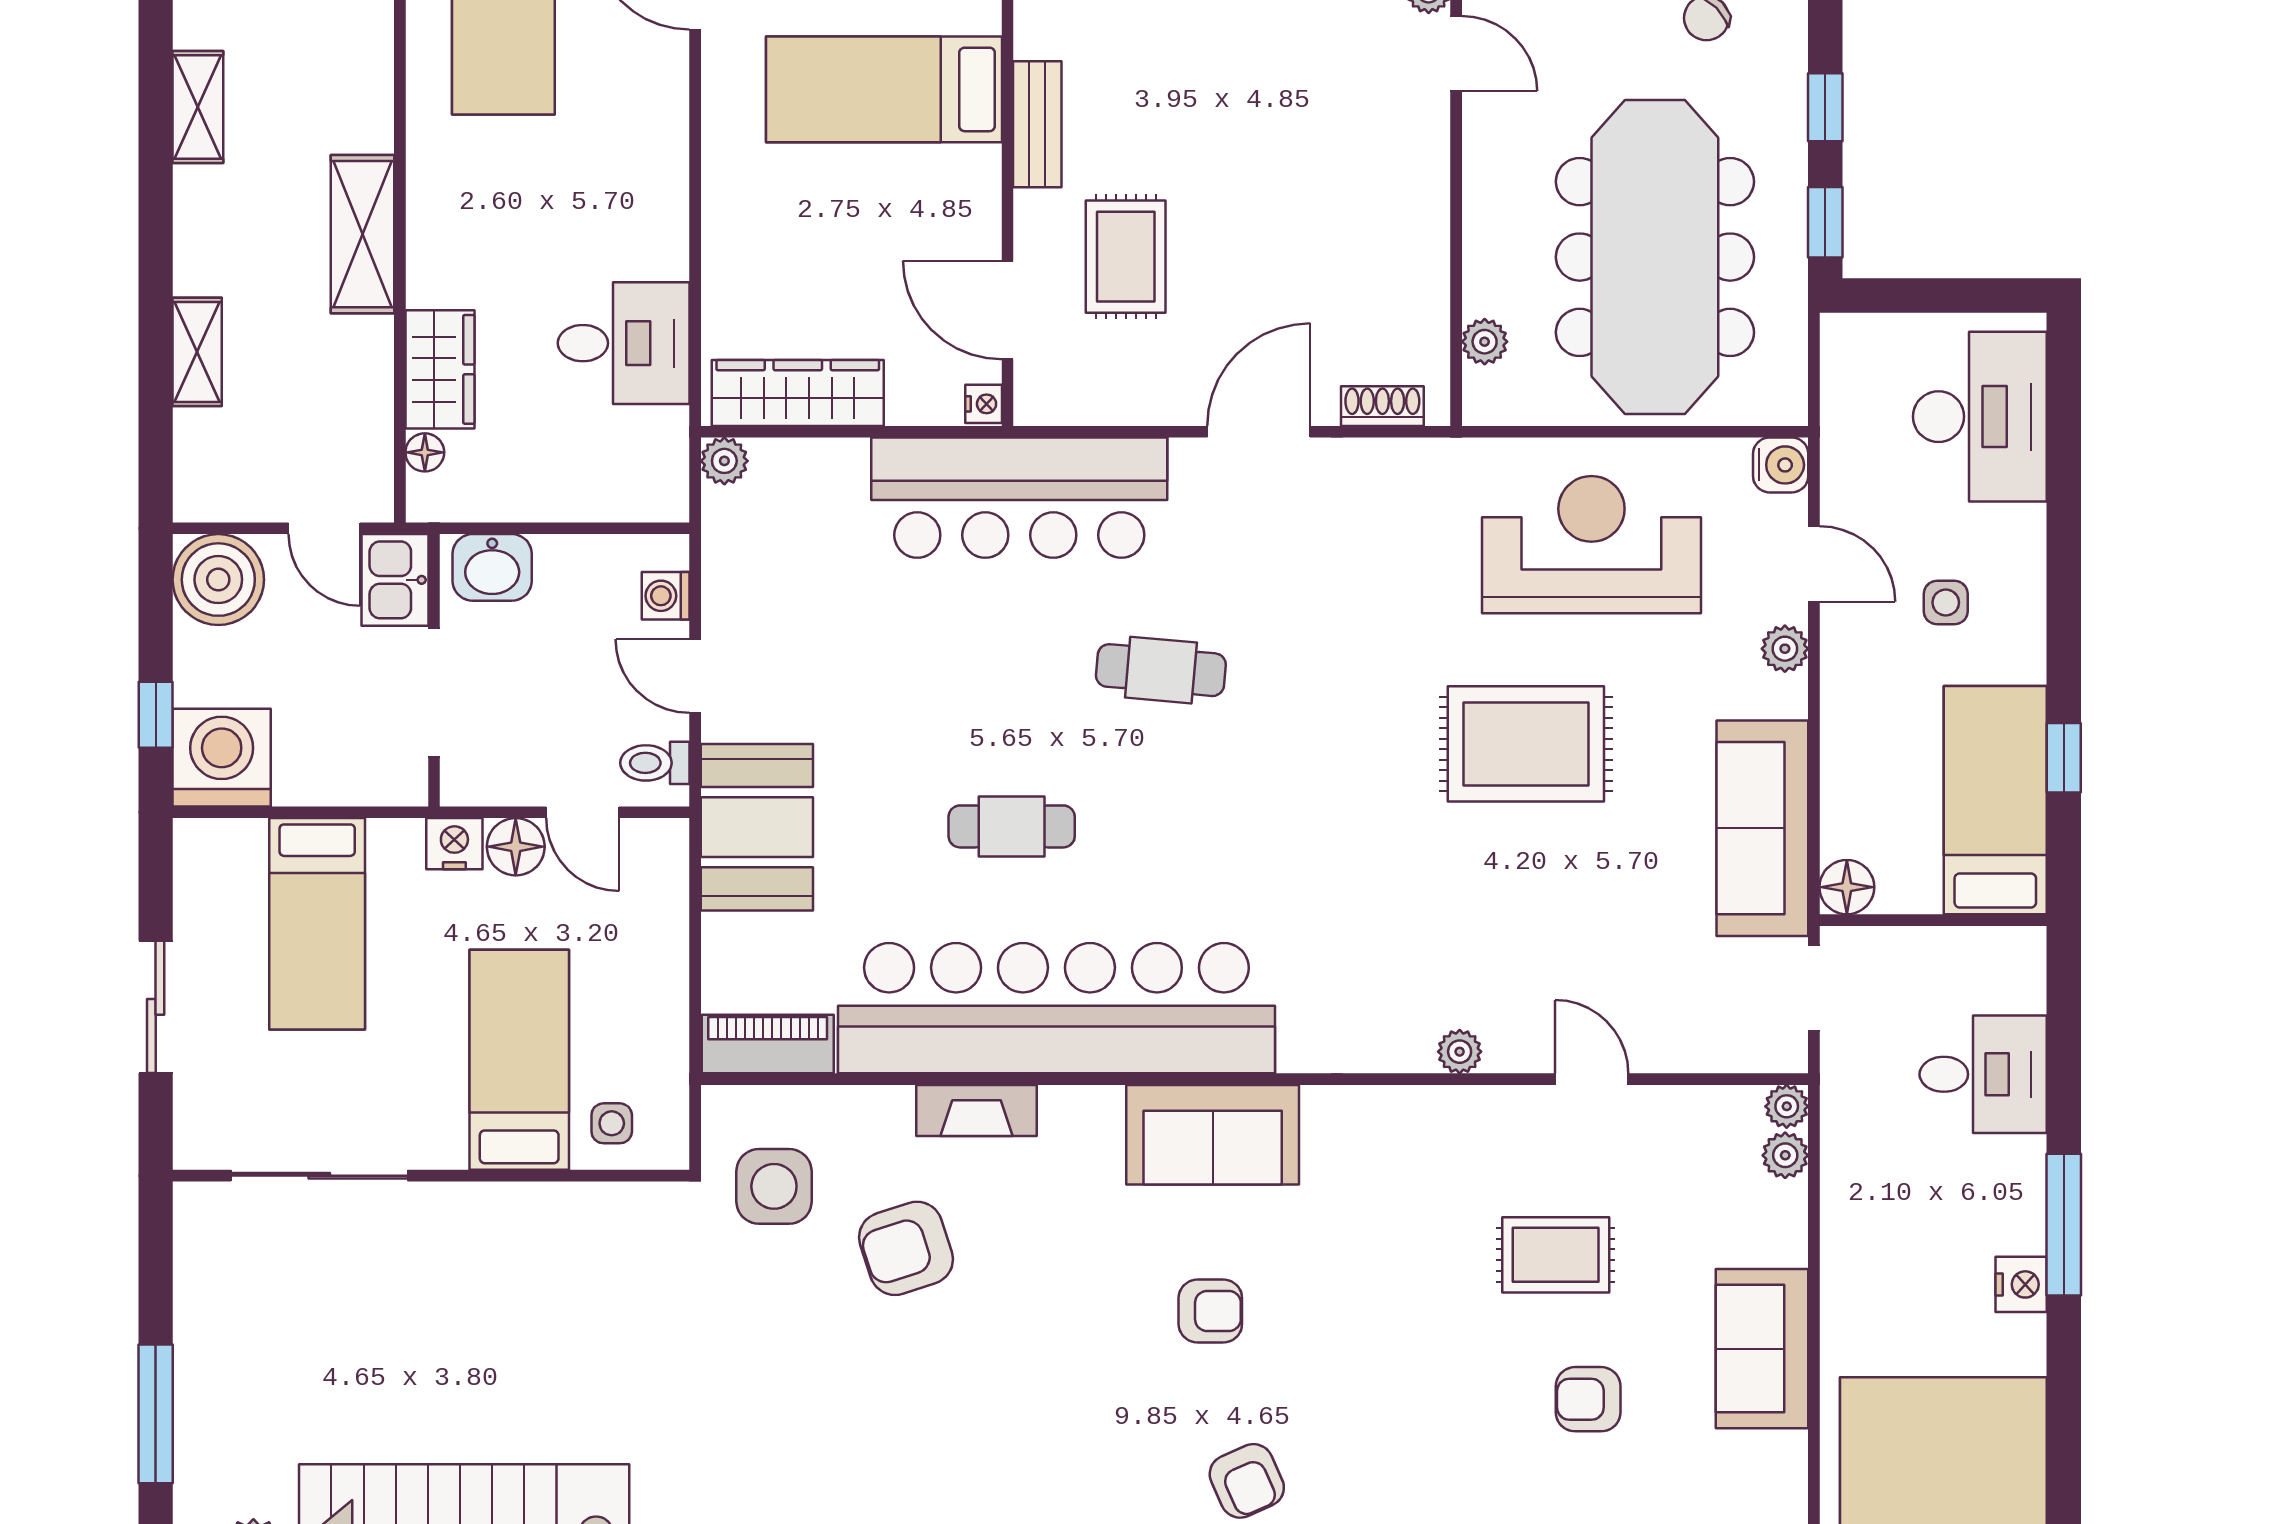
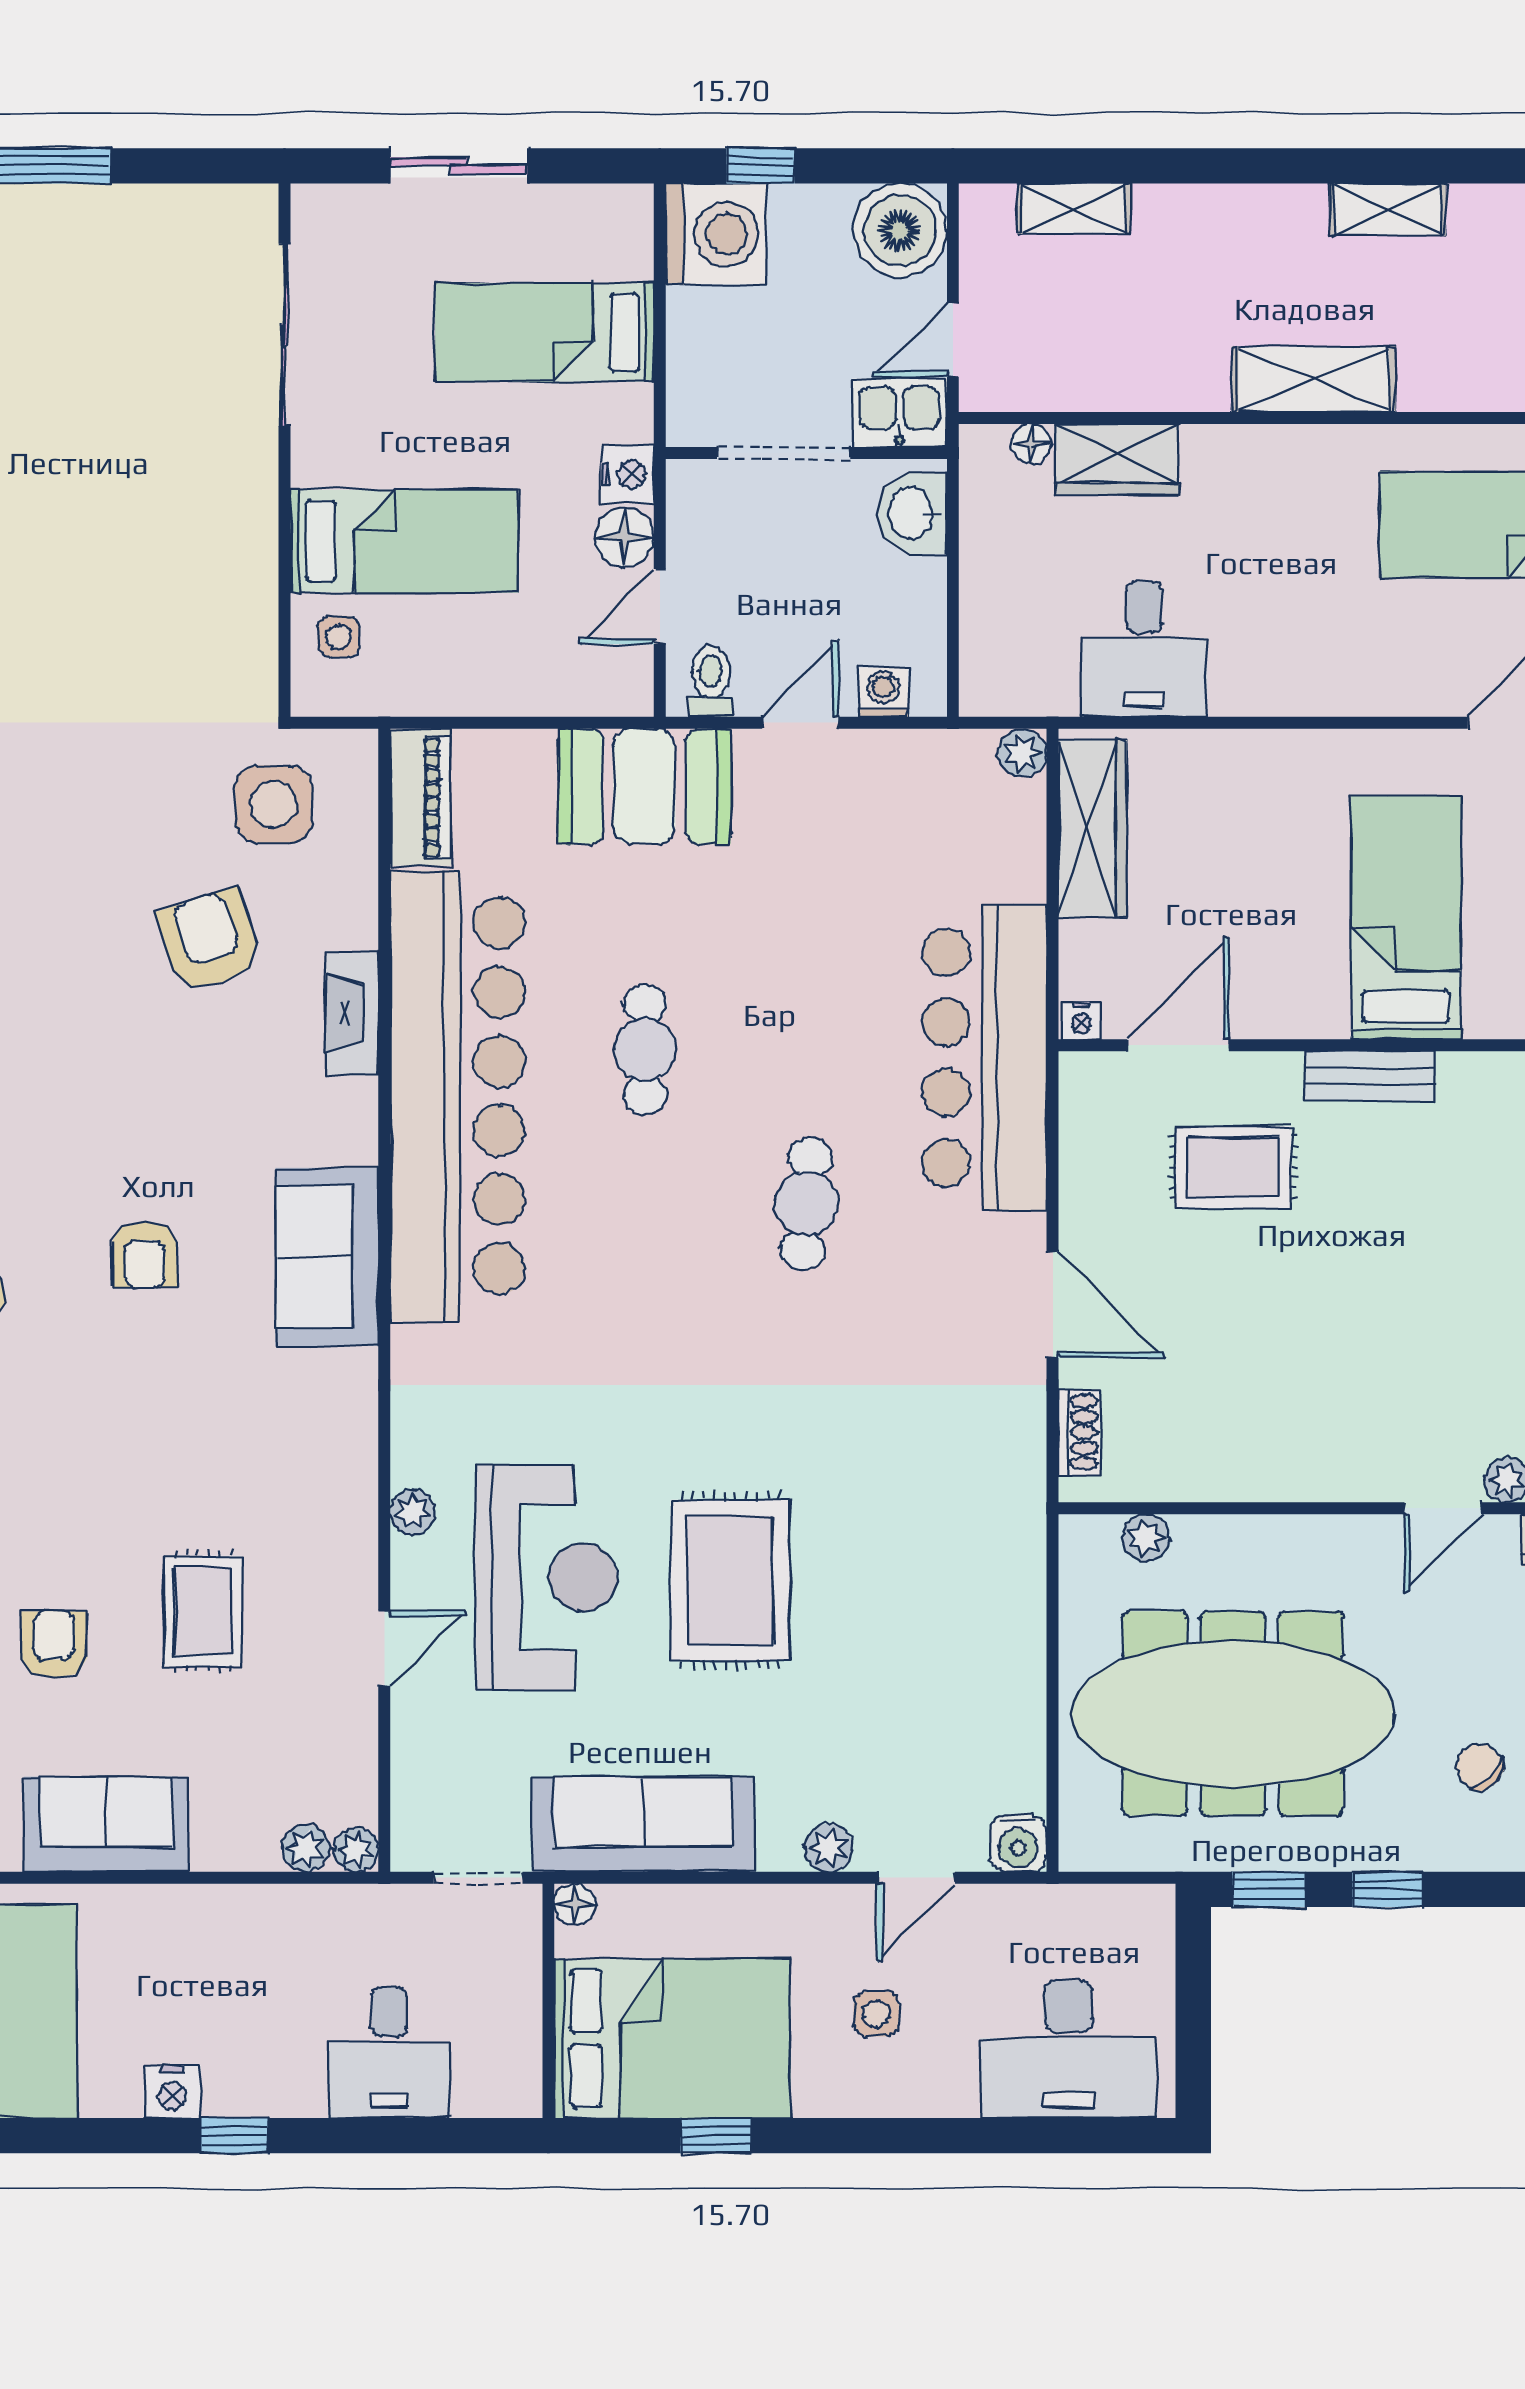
shelving: (362, 234) -> (1314, 379), moved
shelving: (197, 352) -> (1074, 209), moved
reception desk: (1591, 545) -> (546, 1577), moved
bed: (1995, 800) -> (672, 2038), width x1.50
floor lamp: (1847, 887) -> (575, 1904), width x0.73, depth x0.73
window: (2064, 1225) -> (234, 2136), width x0.46

